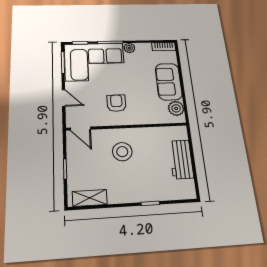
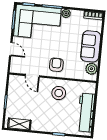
armchair: (116, 103) -> (56, 65), moved
door: (81, 129) -> (32, 76), moved
stool: (122, 152) -> (59, 93), moved
workbench: (181, 159) -> (86, 113), width x1.38

